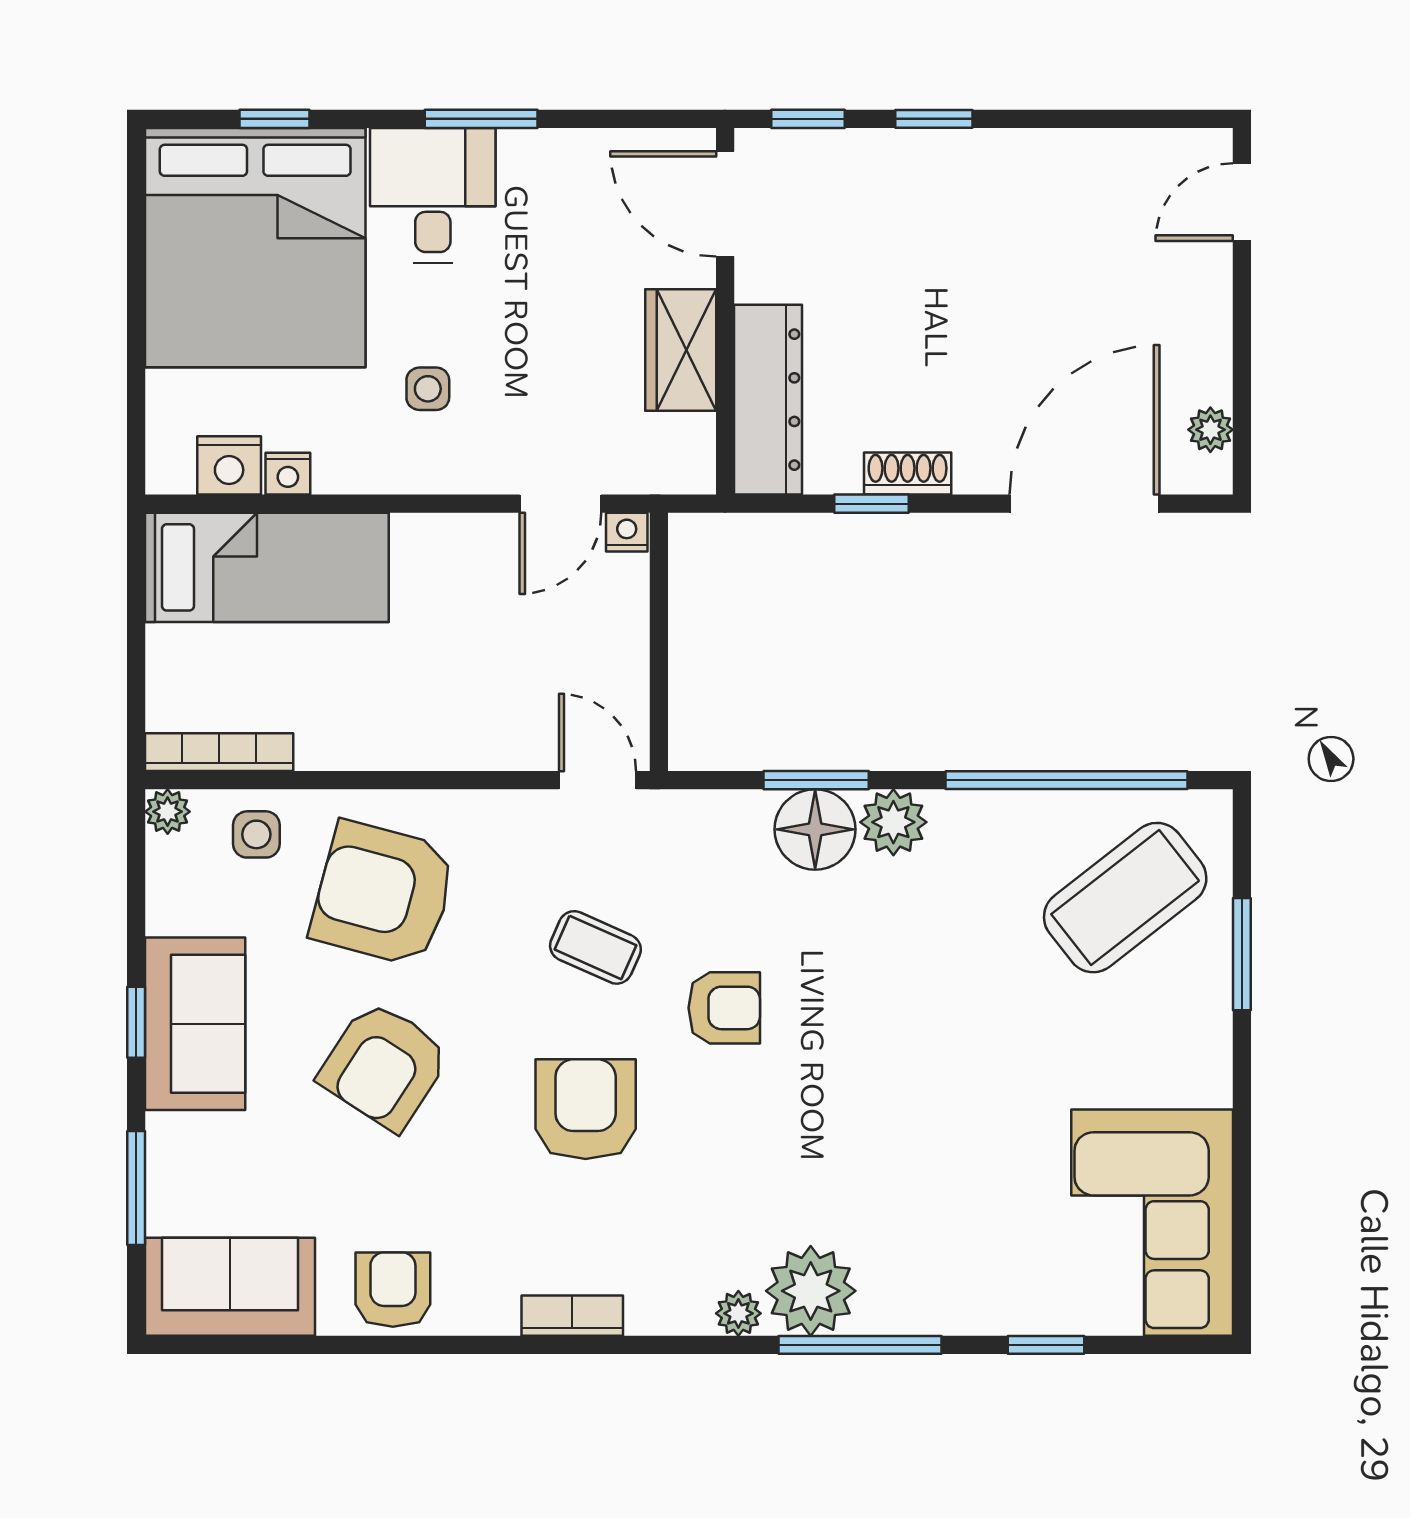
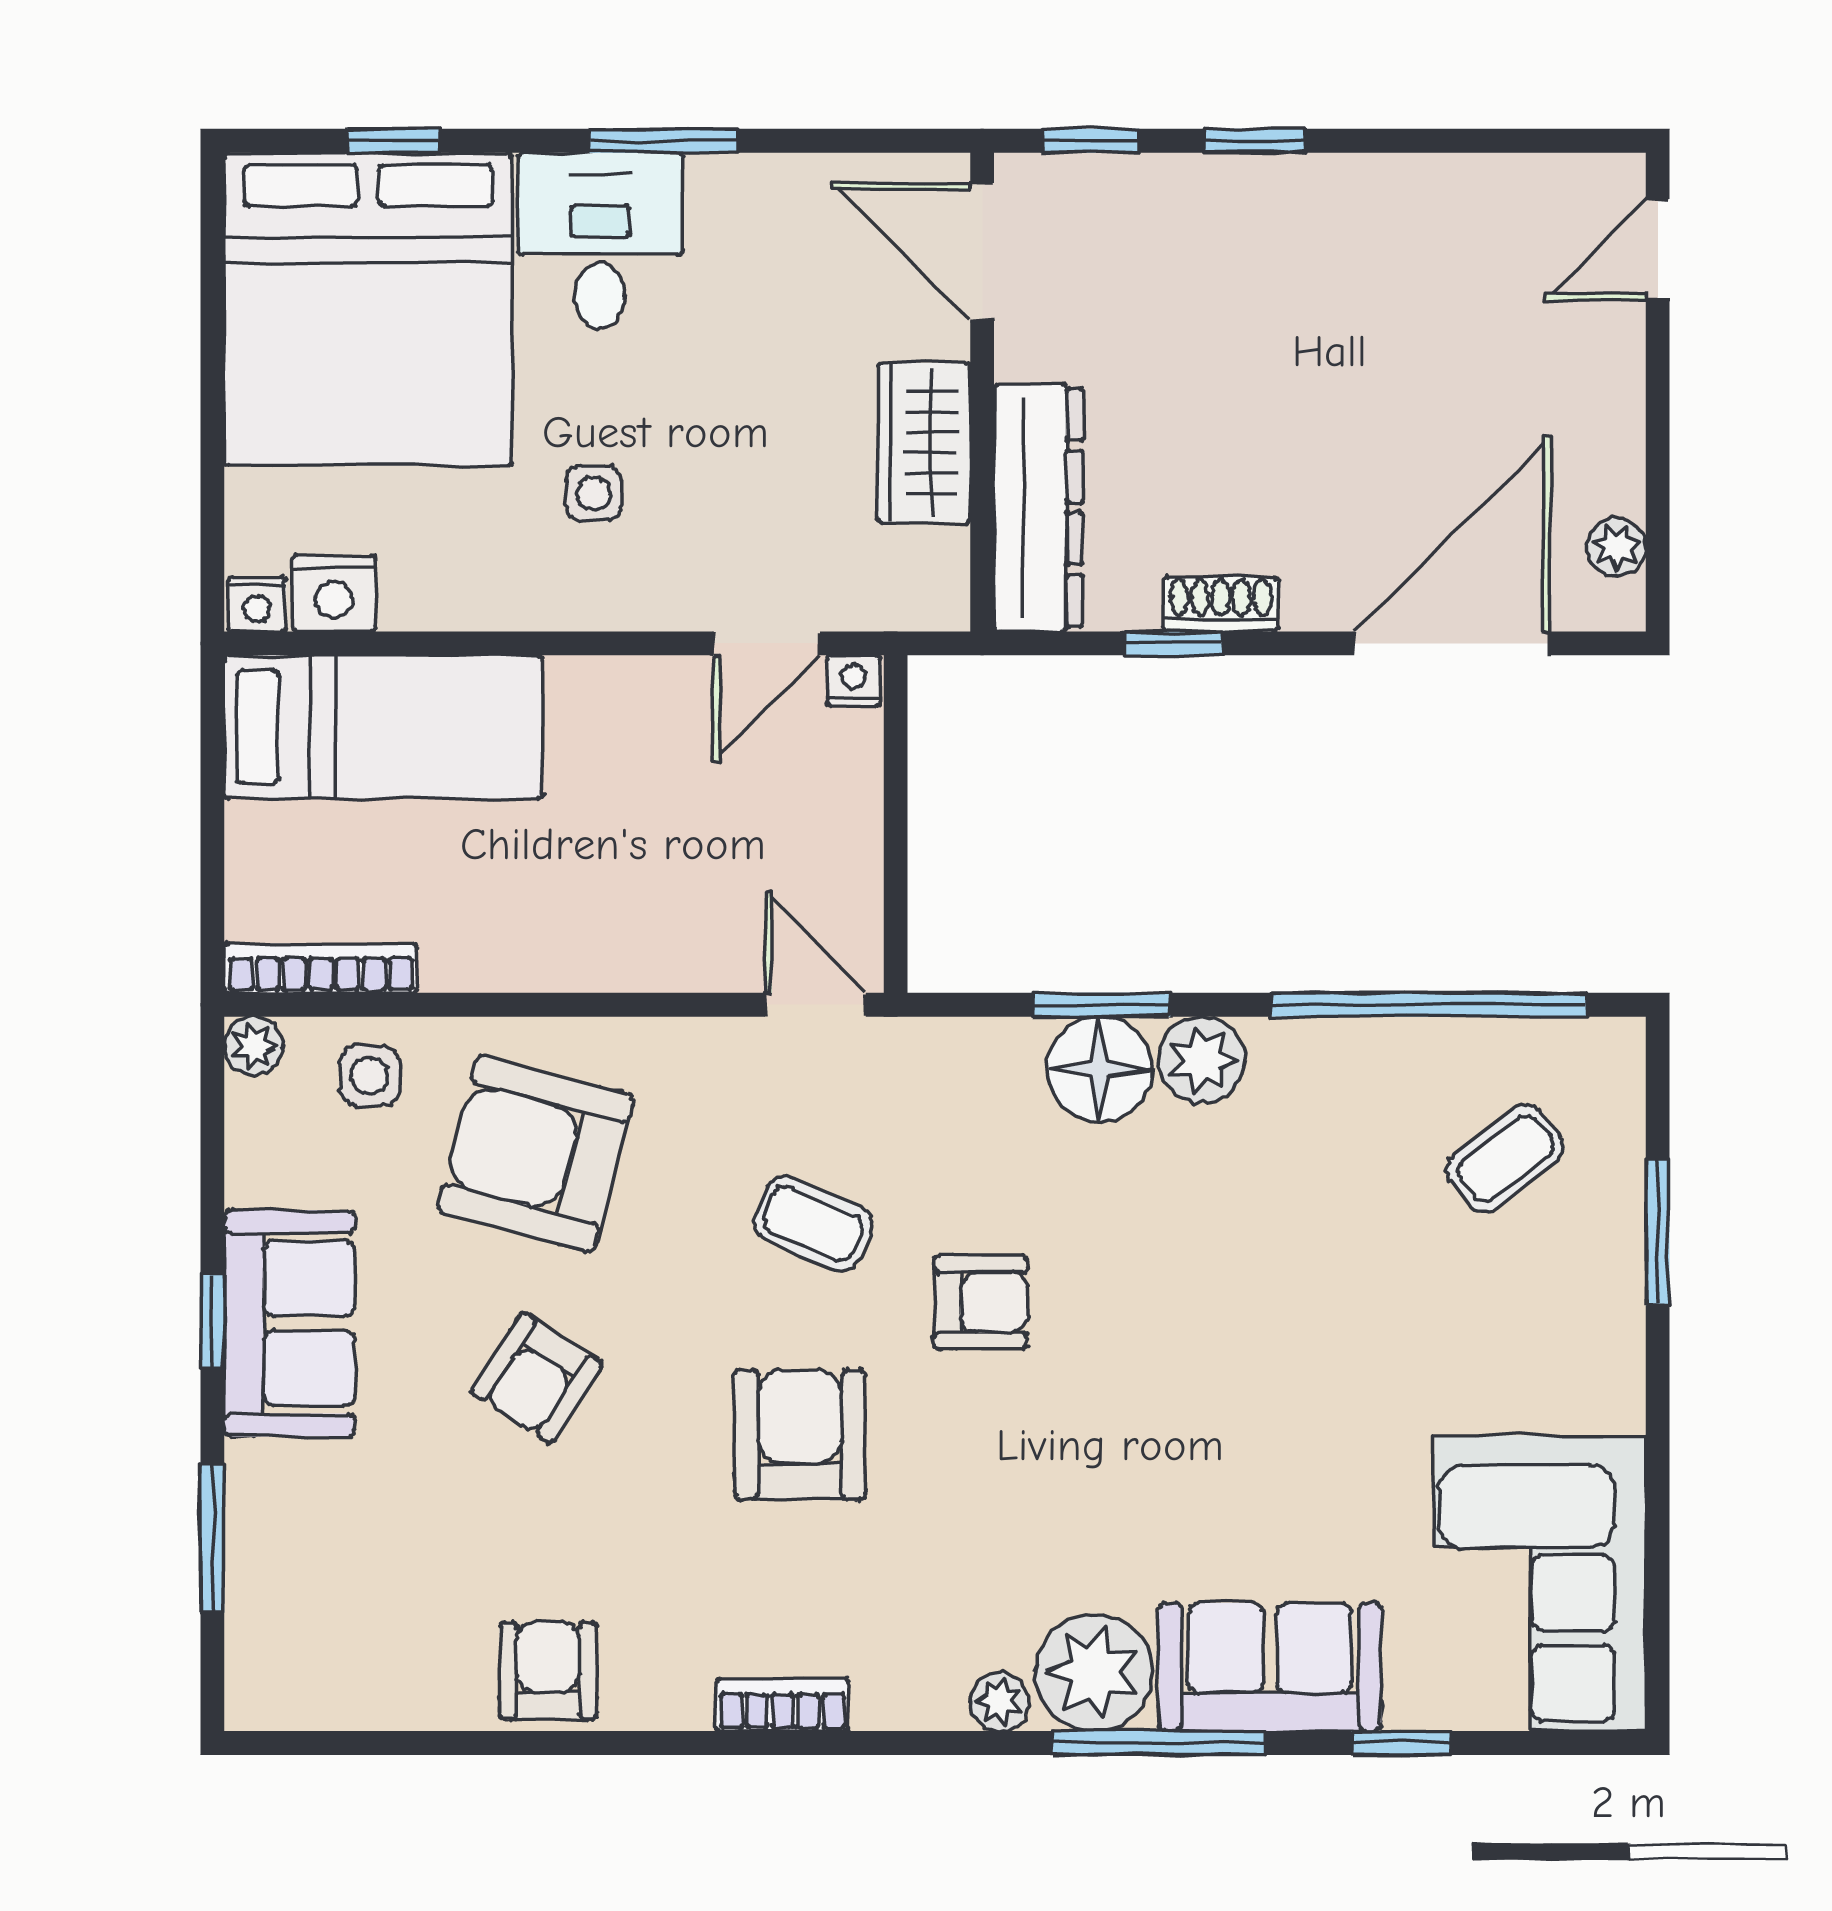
nightstand: (288, 474) -> (257, 604), moved
coffee table: (1125, 898) -> (1505, 1158), width x0.54, depth x0.58
armchair: (384, 1066) -> (537, 1378), width x0.72, depth x0.72
sofa: (230, 1287) -> (1270, 1667), moved

